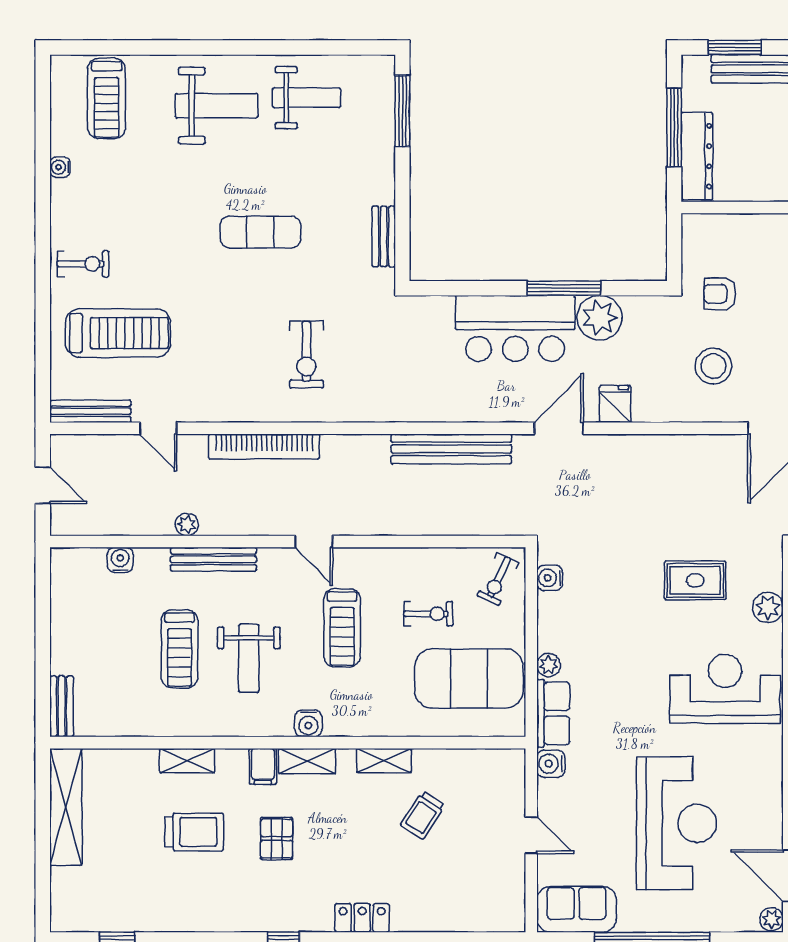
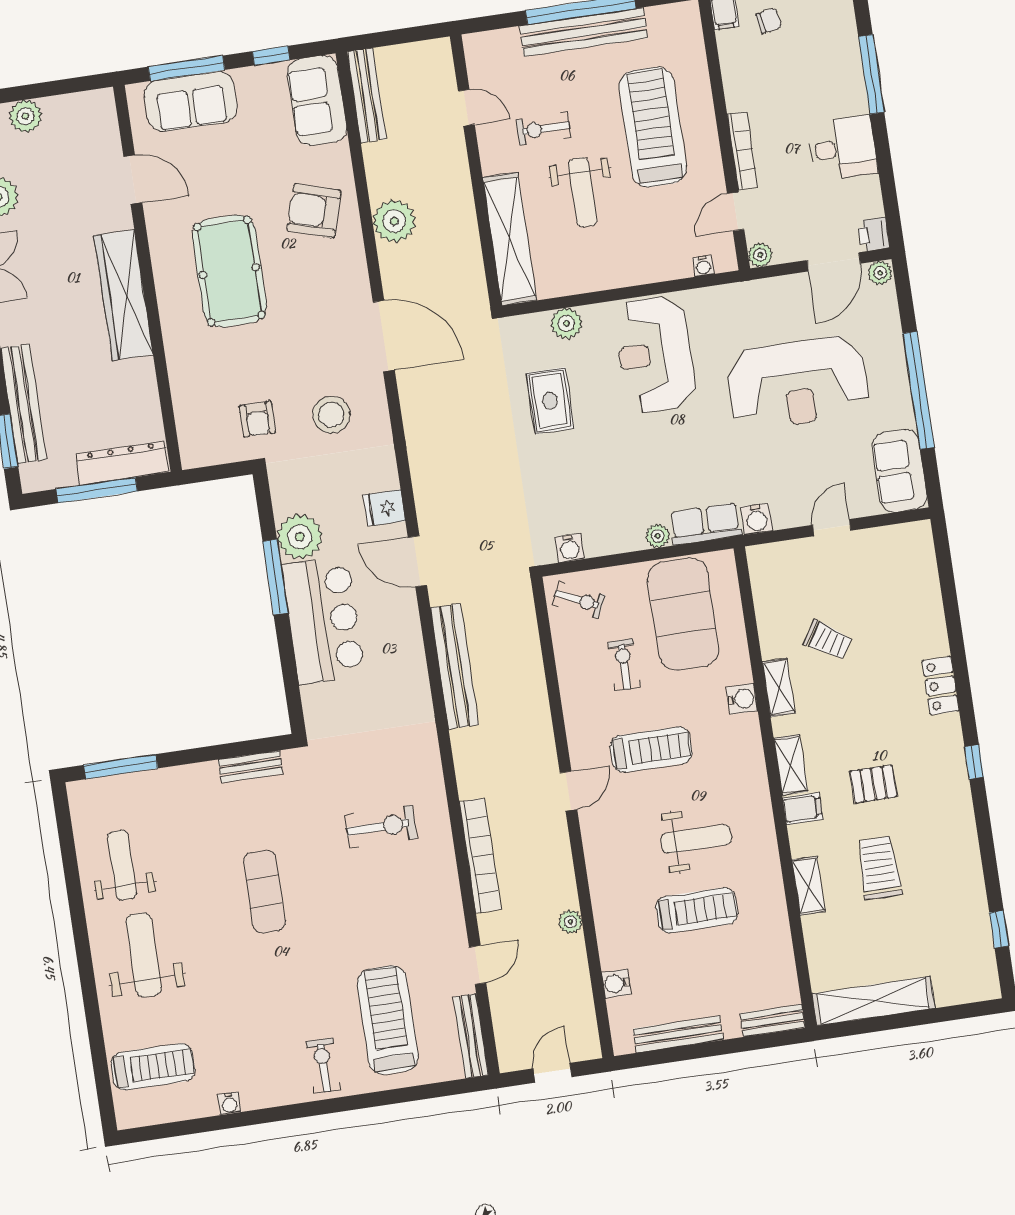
bench: (213, 559) -> (678, 1034), moved, turned 90
water cooler: (308, 723) -> (742, 699), moved
reception desk: (676, 823) -> (798, 383), turned 180

